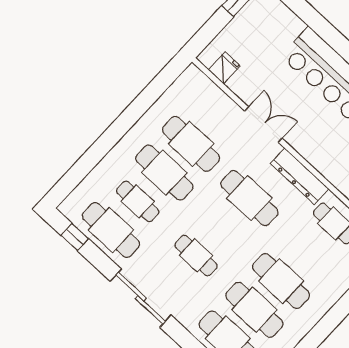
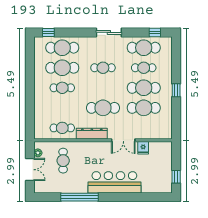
fridge: (224, 68) -> (143, 148), moved
window: (121, 126) -> (176, 90), added
cafe table: (281, 281) -> (62, 88), width x0.73, depth x0.74
sliding door: (141, 298) -> (109, 32), width x0.73

